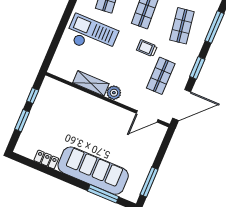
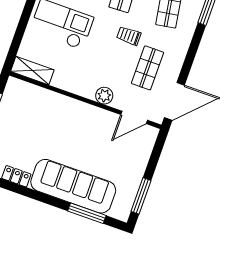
window: (197, 68) -> (191, 56), removed
shelving: (91, 83) -> (32, 71), moved
plant: (114, 93) -> (104, 96), moved

